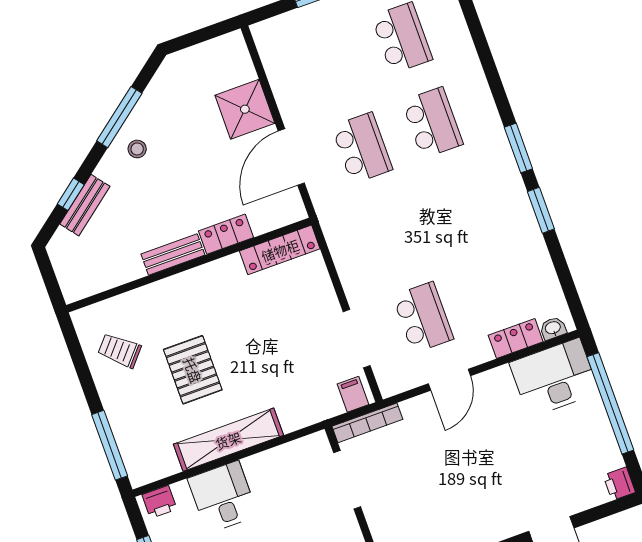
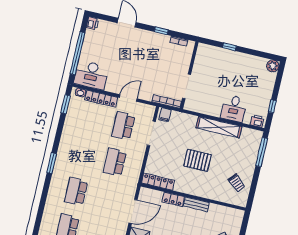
school desk: (362, 148) -> (115, 162), moved
window: (541, 210) -> (66, 104), moved
locker: (516, 338) -> (101, 99), width x1.53
pallet: (193, 370) -> (197, 160), moved, turned 90

